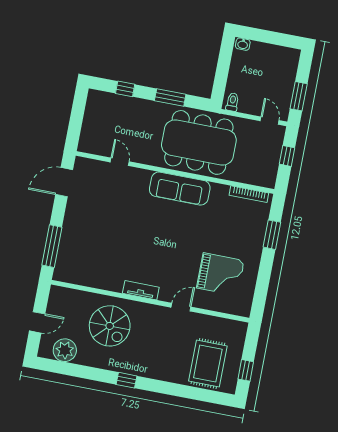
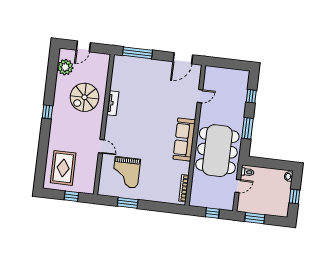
window: (272, 38) -> (294, 196), added
door: (270, 121) -> (238, 186), moved
door: (64, 182) -> (183, 58), swing flipped
window: (272, 235) -> (128, 203), moved
tv unit: (141, 290) -> (113, 103), moved
door: (37, 322) -> (83, 46), hinge flipped
rug: (208, 363) -> (63, 168), turned 90
window: (246, 370) -> (71, 196), moved

